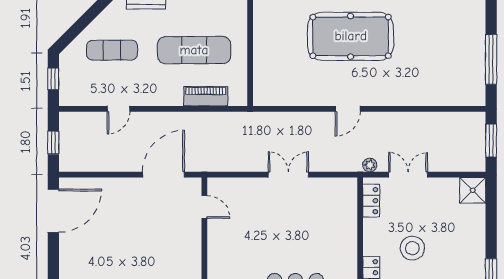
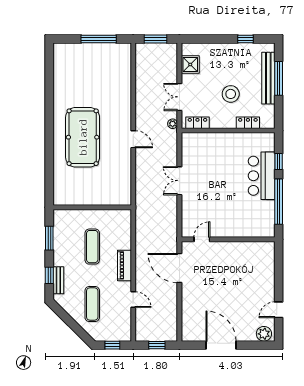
exercise mat: (194, 50) -> (92, 247), width x0.73, depth x0.69
piano: (206, 96) -> (124, 265), moved
shower: (473, 190) -> (190, 65), moved
door: (53, 211) -> (221, 345), moved

